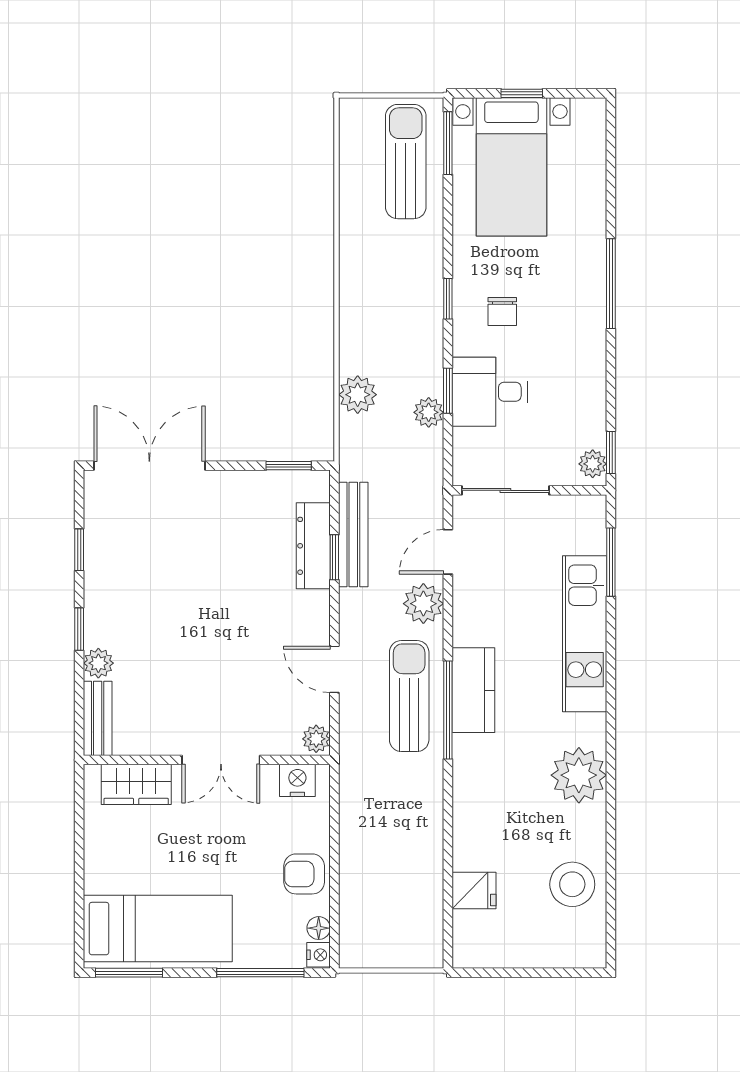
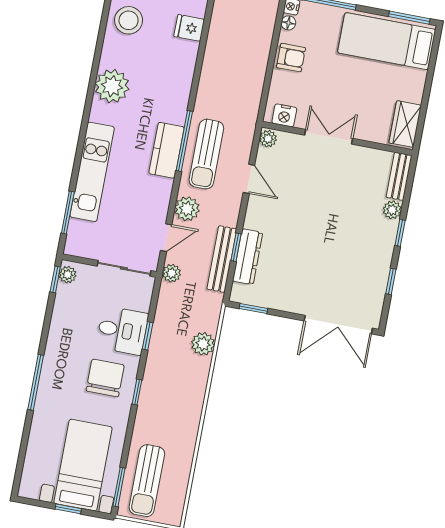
chair: (502, 312) -> (105, 378), width x1.87, depth x1.87
plant: (429, 412) -> (172, 273), moved
wardrobe: (136, 784) -> (405, 124), moved, turned -90

